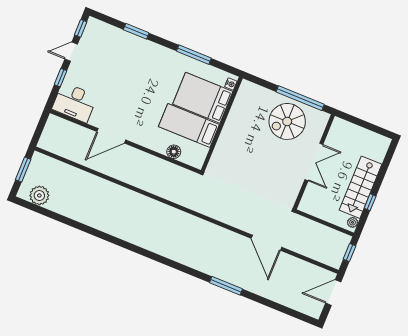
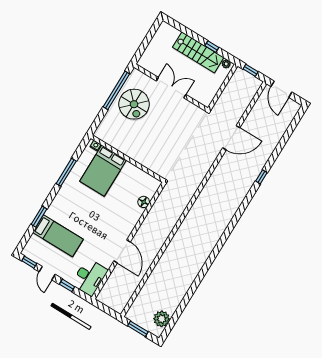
bed: (189, 125) -> (58, 236), moved, turned -90
window: (226, 286) -> (261, 177), width x0.46

